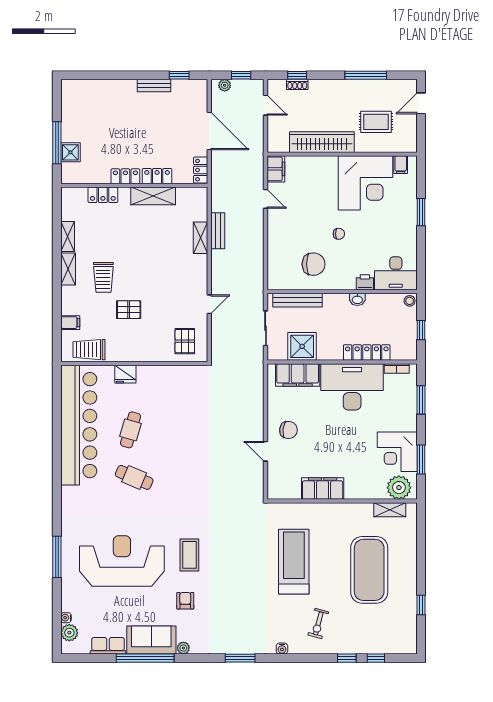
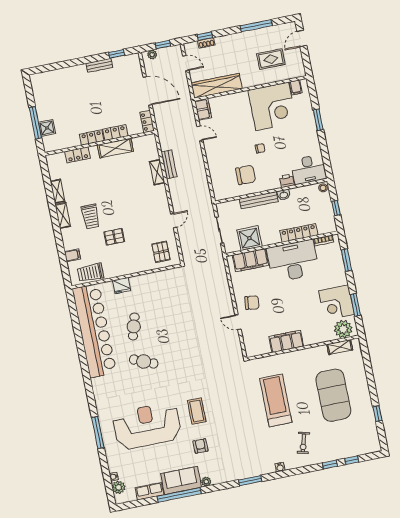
wardrobe: (322, 142) -> (217, 86), moved
bench: (298, 300) -> (259, 200), moved

